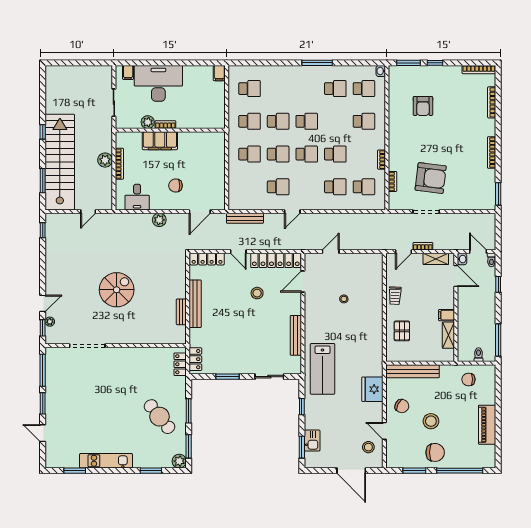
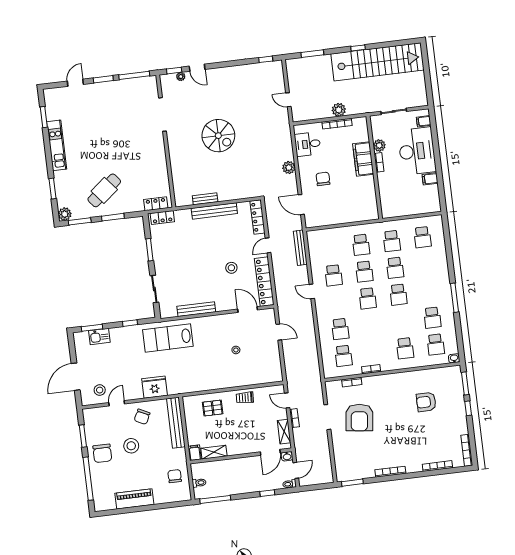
filing cabinet: (219, 73) -> (430, 179), moved
school desk: (335, 154) -> (371, 325), removed
stairs: (60, 162) -> (377, 62), moved
filing cabinet: (446, 315) -> (195, 453), moved

